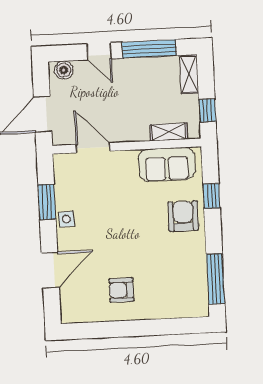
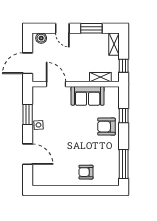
window: (149, 49) -> (91, 28), width x0.69
sofa: (167, 164) -> (88, 96), moved
armchair: (183, 216) -> (106, 127), turned -90
door: (50, 270) -> (28, 154), hinge flipped
armchair: (121, 290) -> (86, 172), moved

